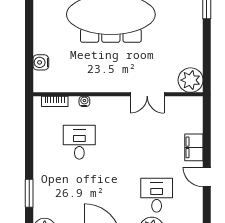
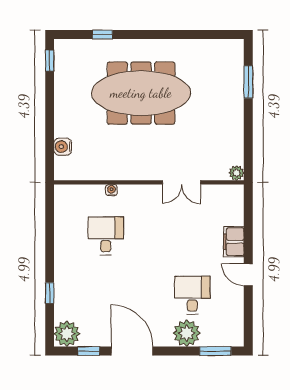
plant: (191, 80) -> (237, 173), width x0.53, depth x0.53
bookcase: (55, 101) -> (78, 190), removed
window: (29, 193) -> (50, 293), width x0.67

